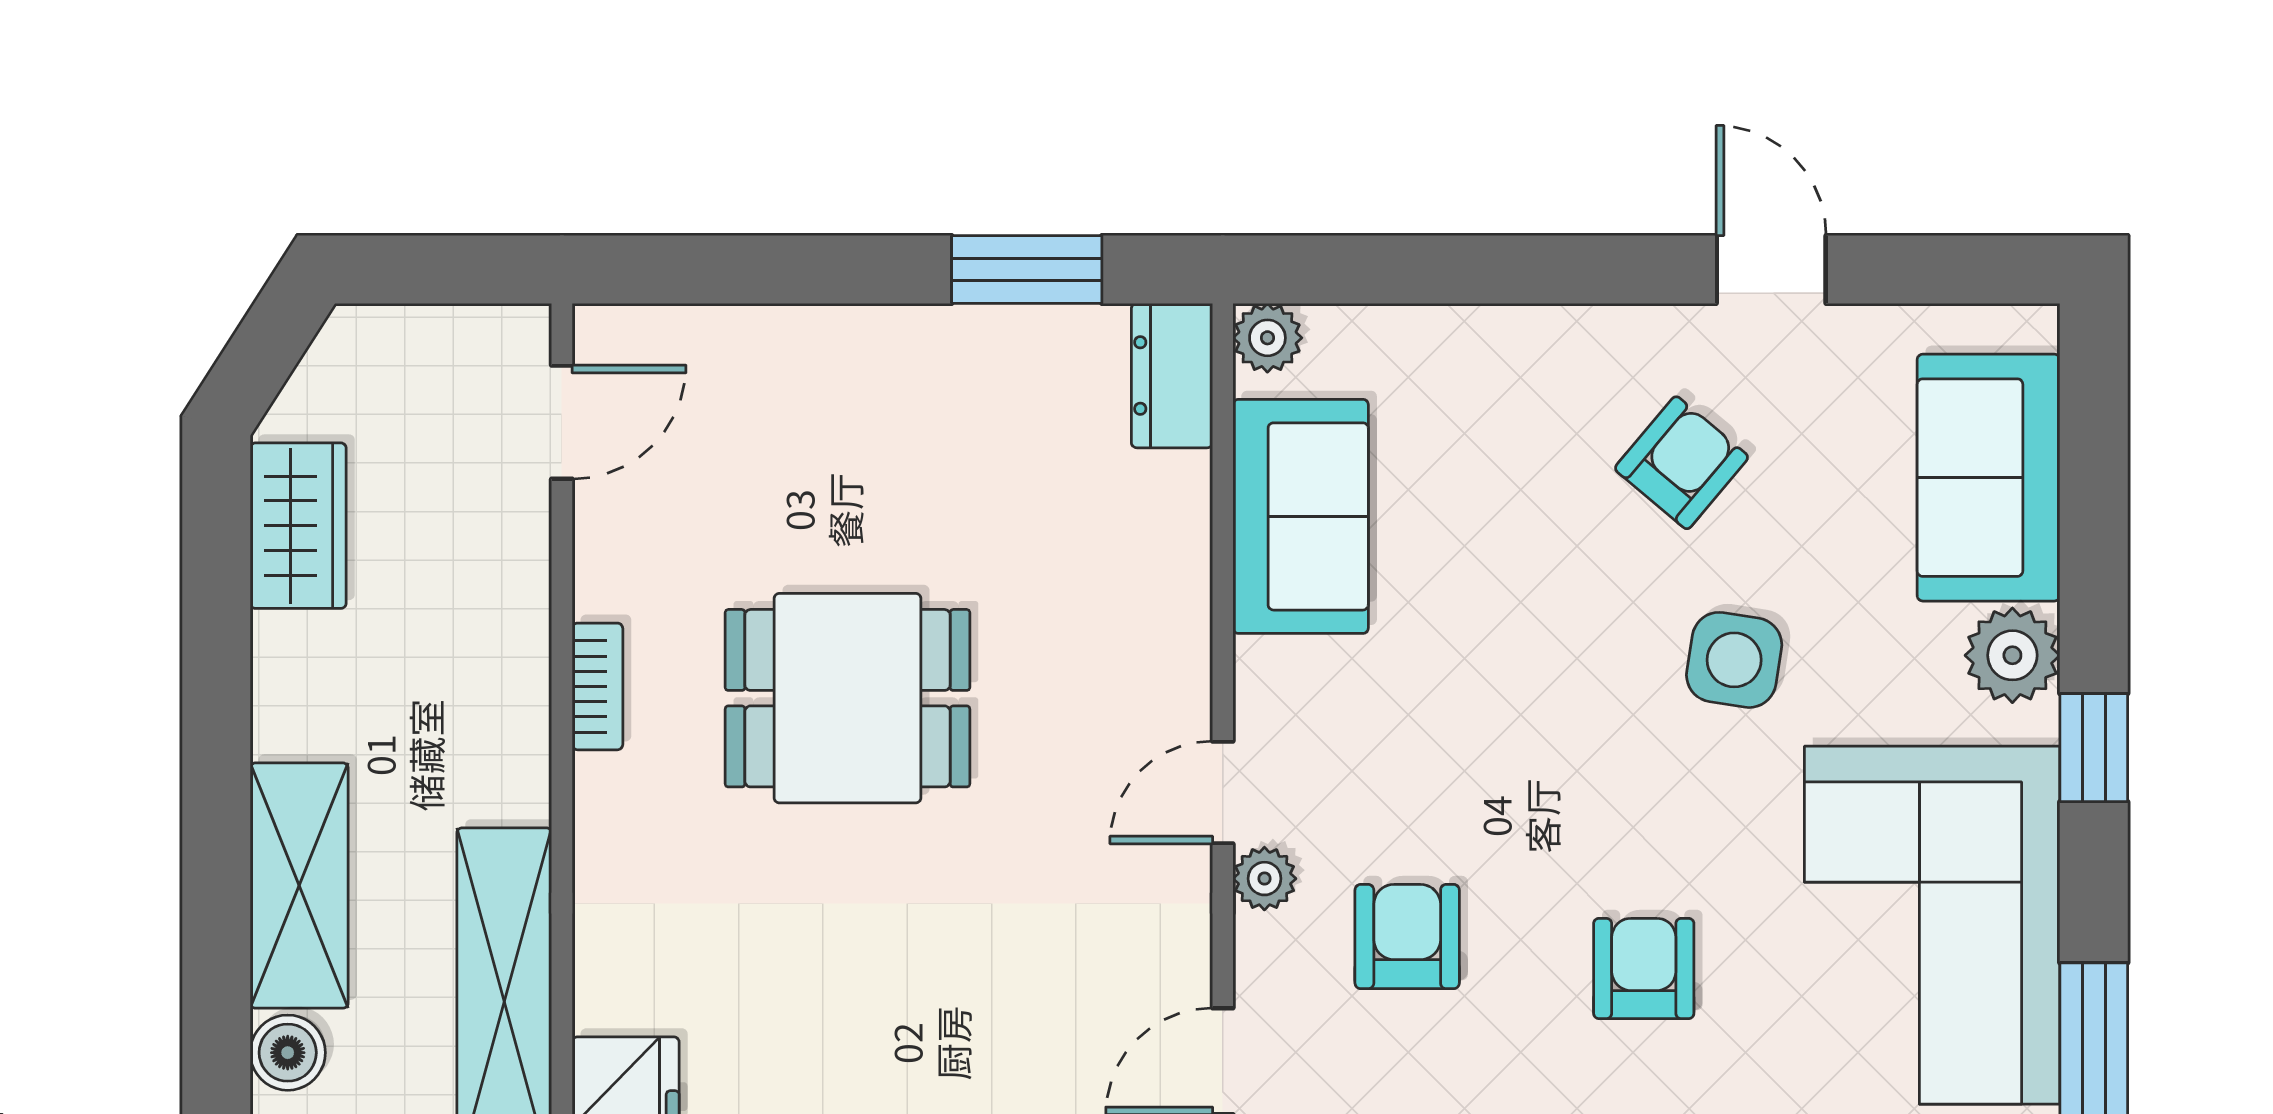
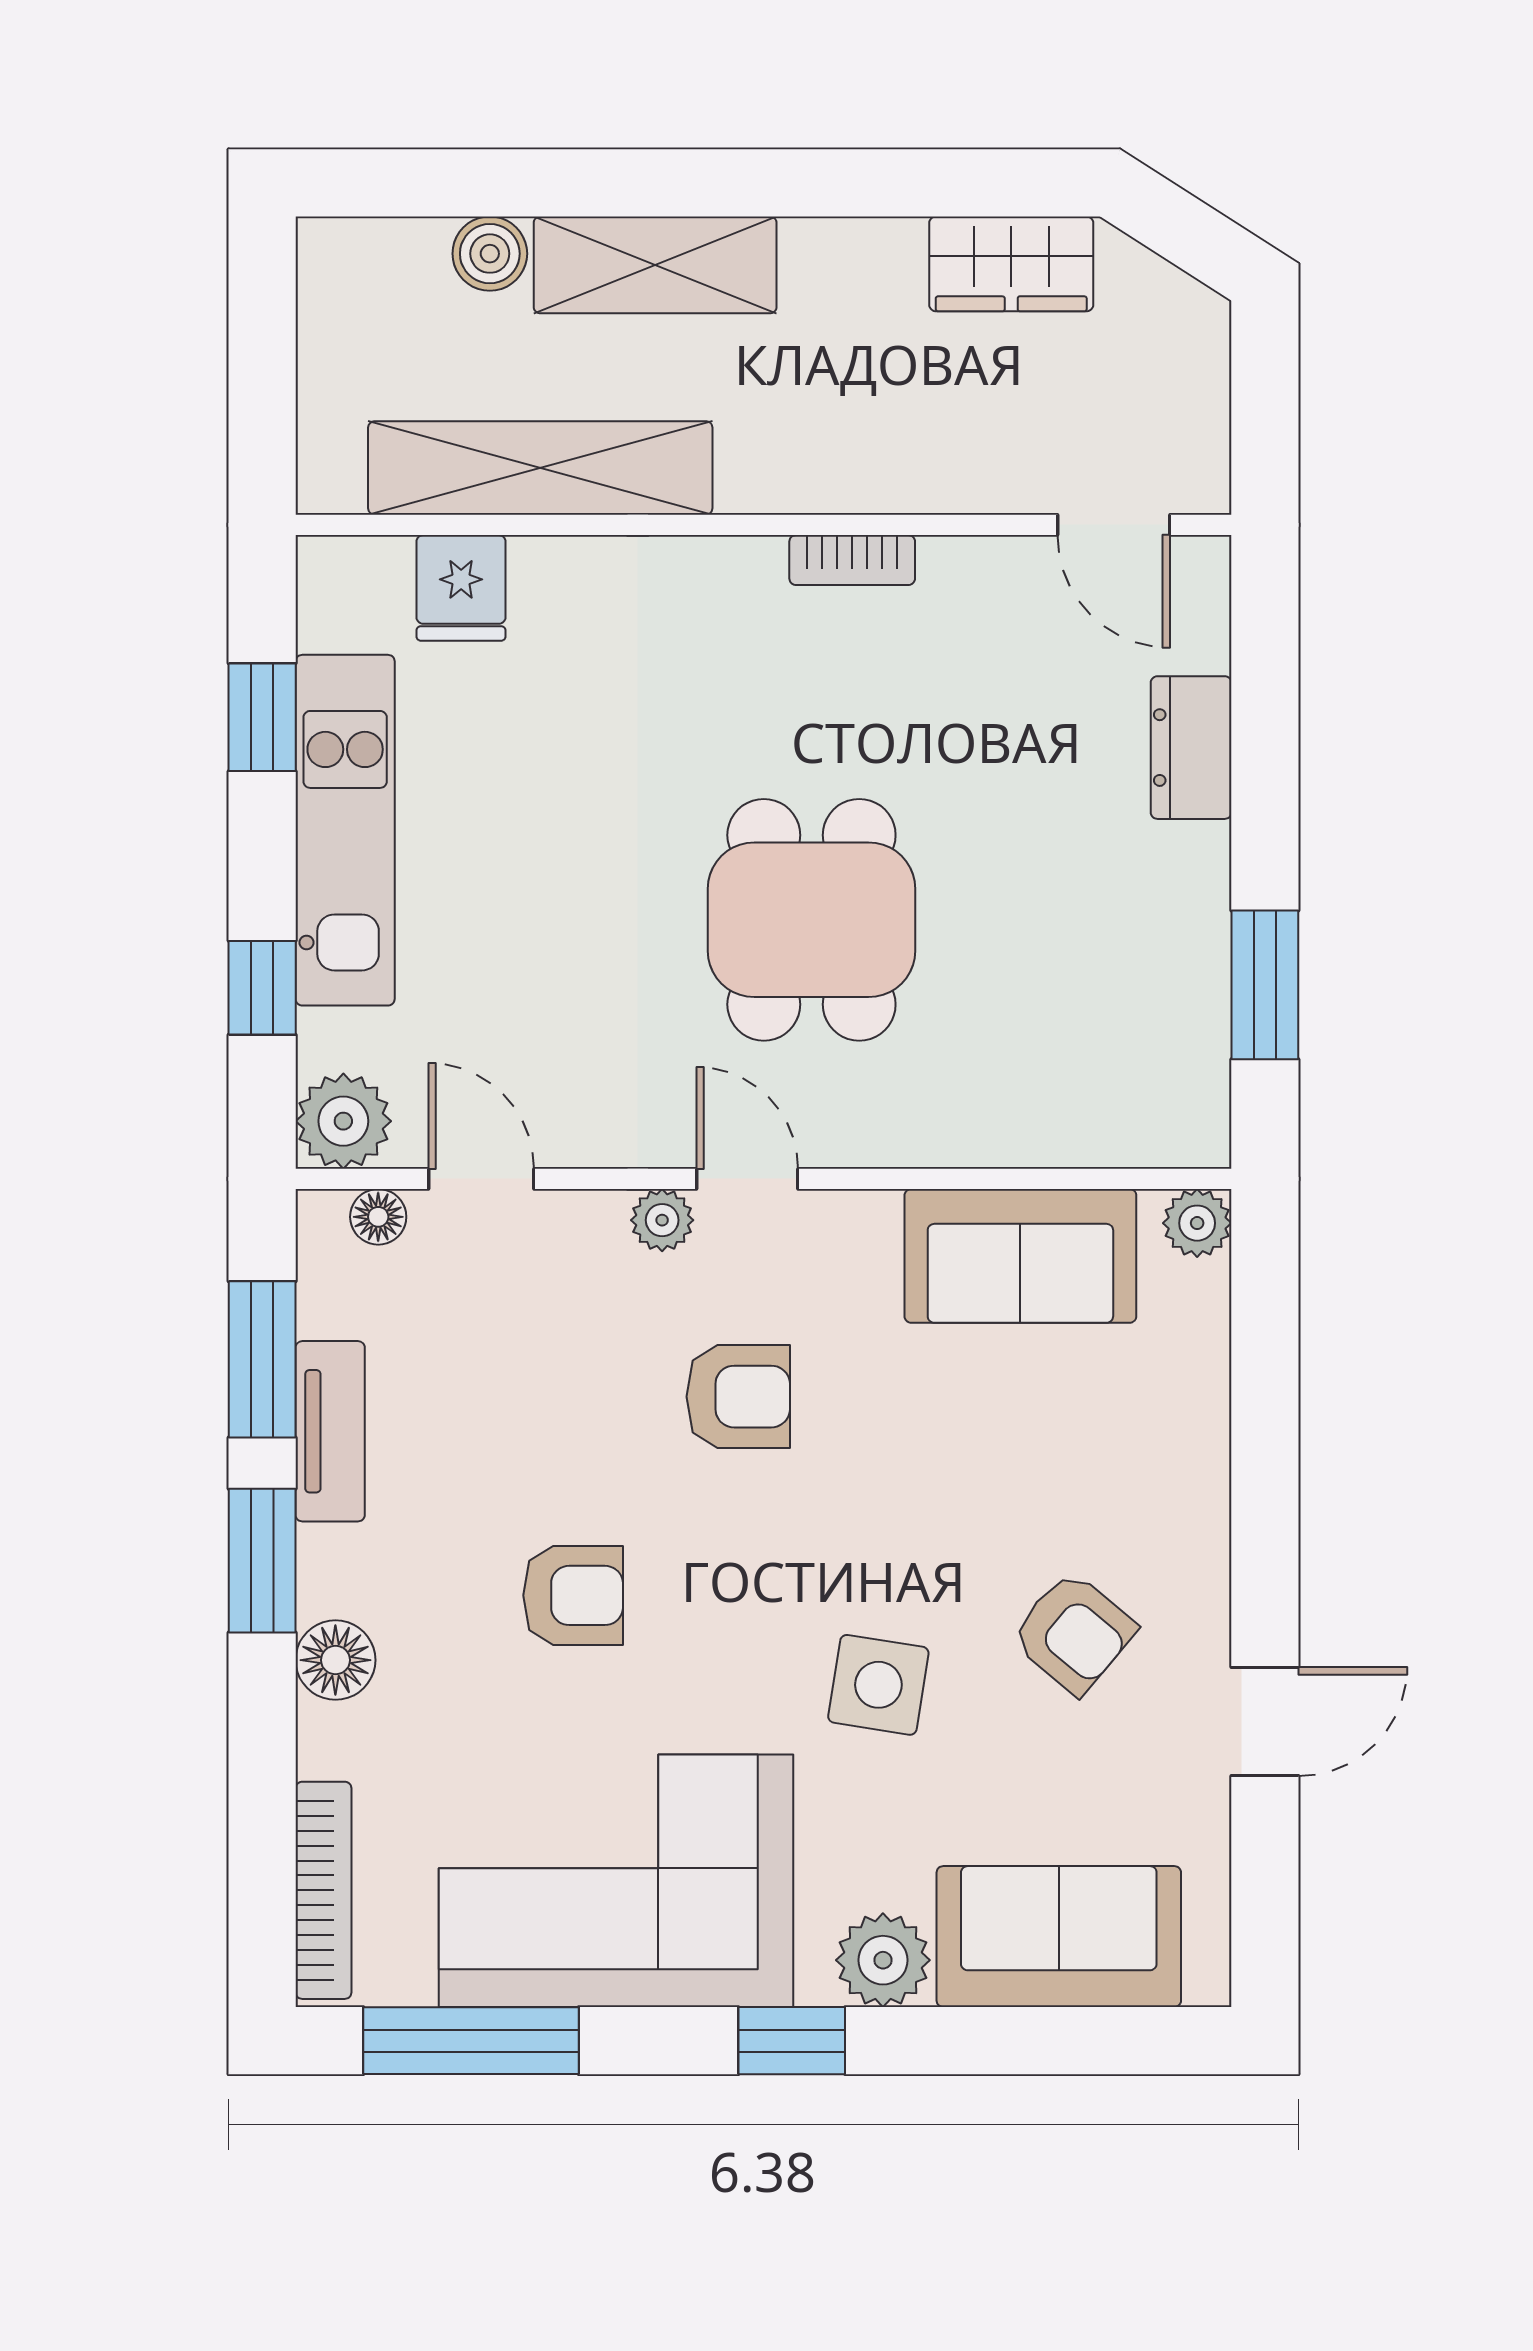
dresser: (1172, 376) -> (1191, 748), moved, turned -90
dining table: (847, 698) -> (811, 920), moved
armchair: (1407, 937) -> (738, 1397), moved

